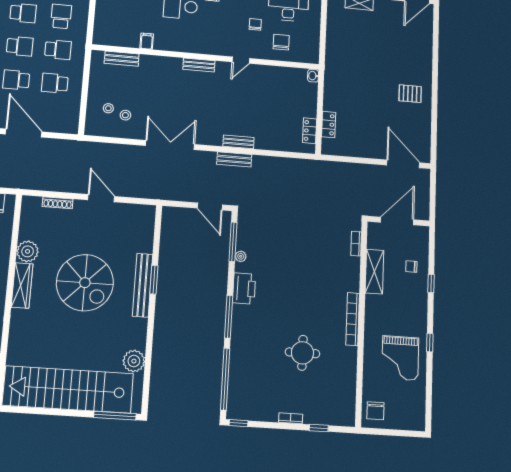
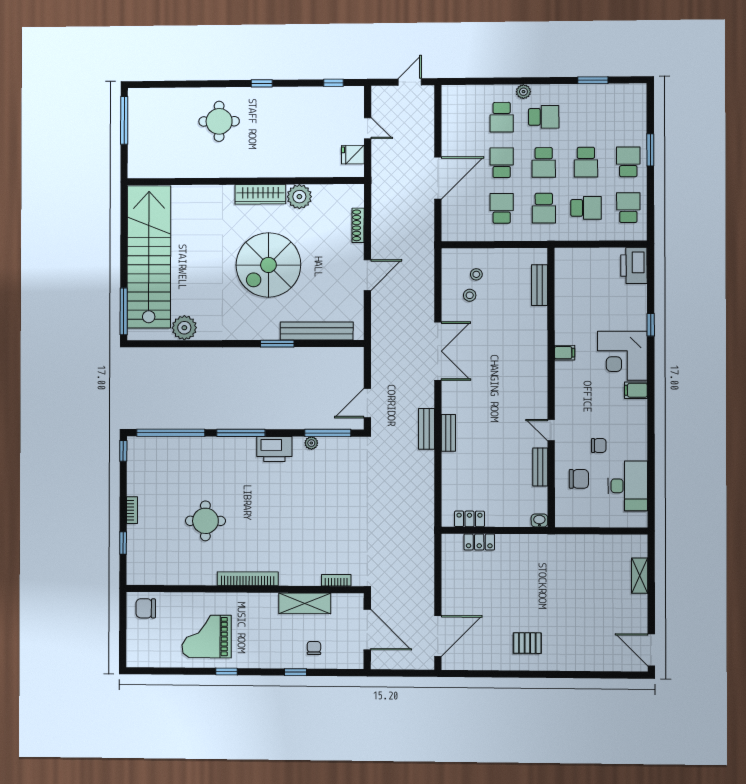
filing cabinet: (147, 41) -> (565, 353), moved
bench: (199, 65) -> (540, 467), moved
pallet: (410, 94) -> (527, 643), turned 90
bench: (143, 285) -> (317, 331), moved

